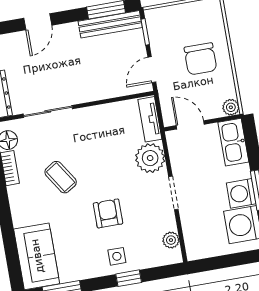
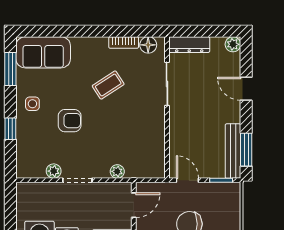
tv unit: (150, 119) -> (145, 171), removed
plant: (150, 158) -> (117, 171), width x0.53, depth x0.53
plant: (171, 240) -> (54, 171), moved
side table: (117, 256) -> (32, 104), moved

